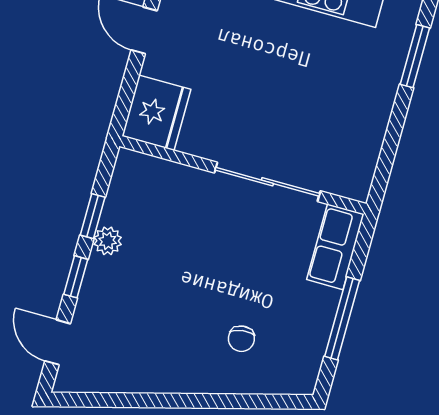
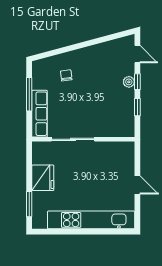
fridge: (156, 113) -> (43, 178), moved, turned 180
plant: (108, 241) -> (129, 82), moved
row of seats: (335, 247) -> (40, 114), width x1.48

